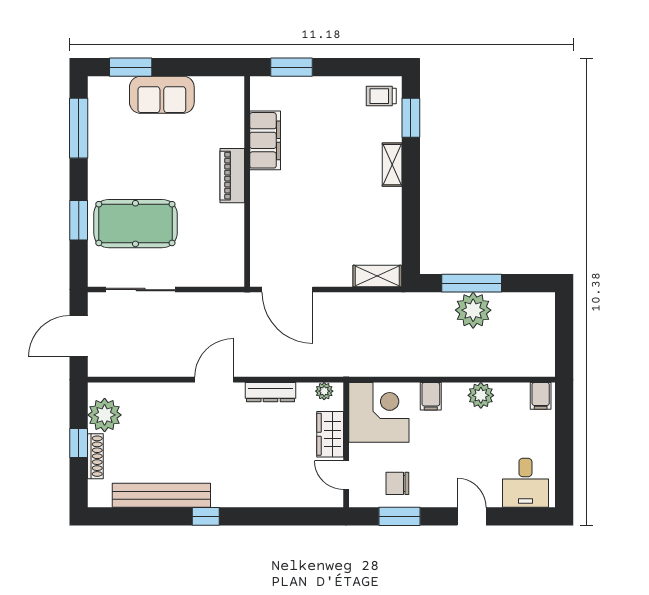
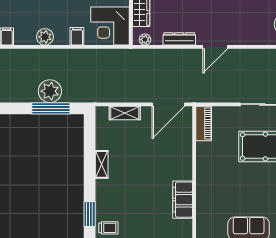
shelving: (392, 165) -> (102, 164), moved
piano: (232, 176) -> (204, 124), moved
shelving: (377, 276) -> (125, 113), moved
door: (287, 290) -> (168, 104), swing flipped

